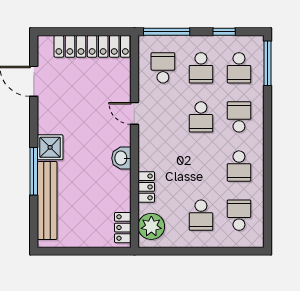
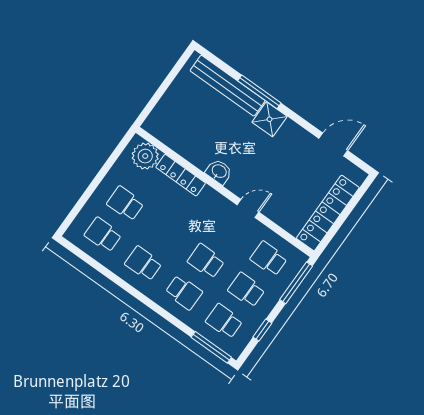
school desk: (163, 68) -> (269, 259), turned 180
locker: (146, 187) -> (181, 175), width x1.53
school desk: (239, 215) -> (103, 235), turned 180
locker: (123, 228) -> (161, 132), removed

